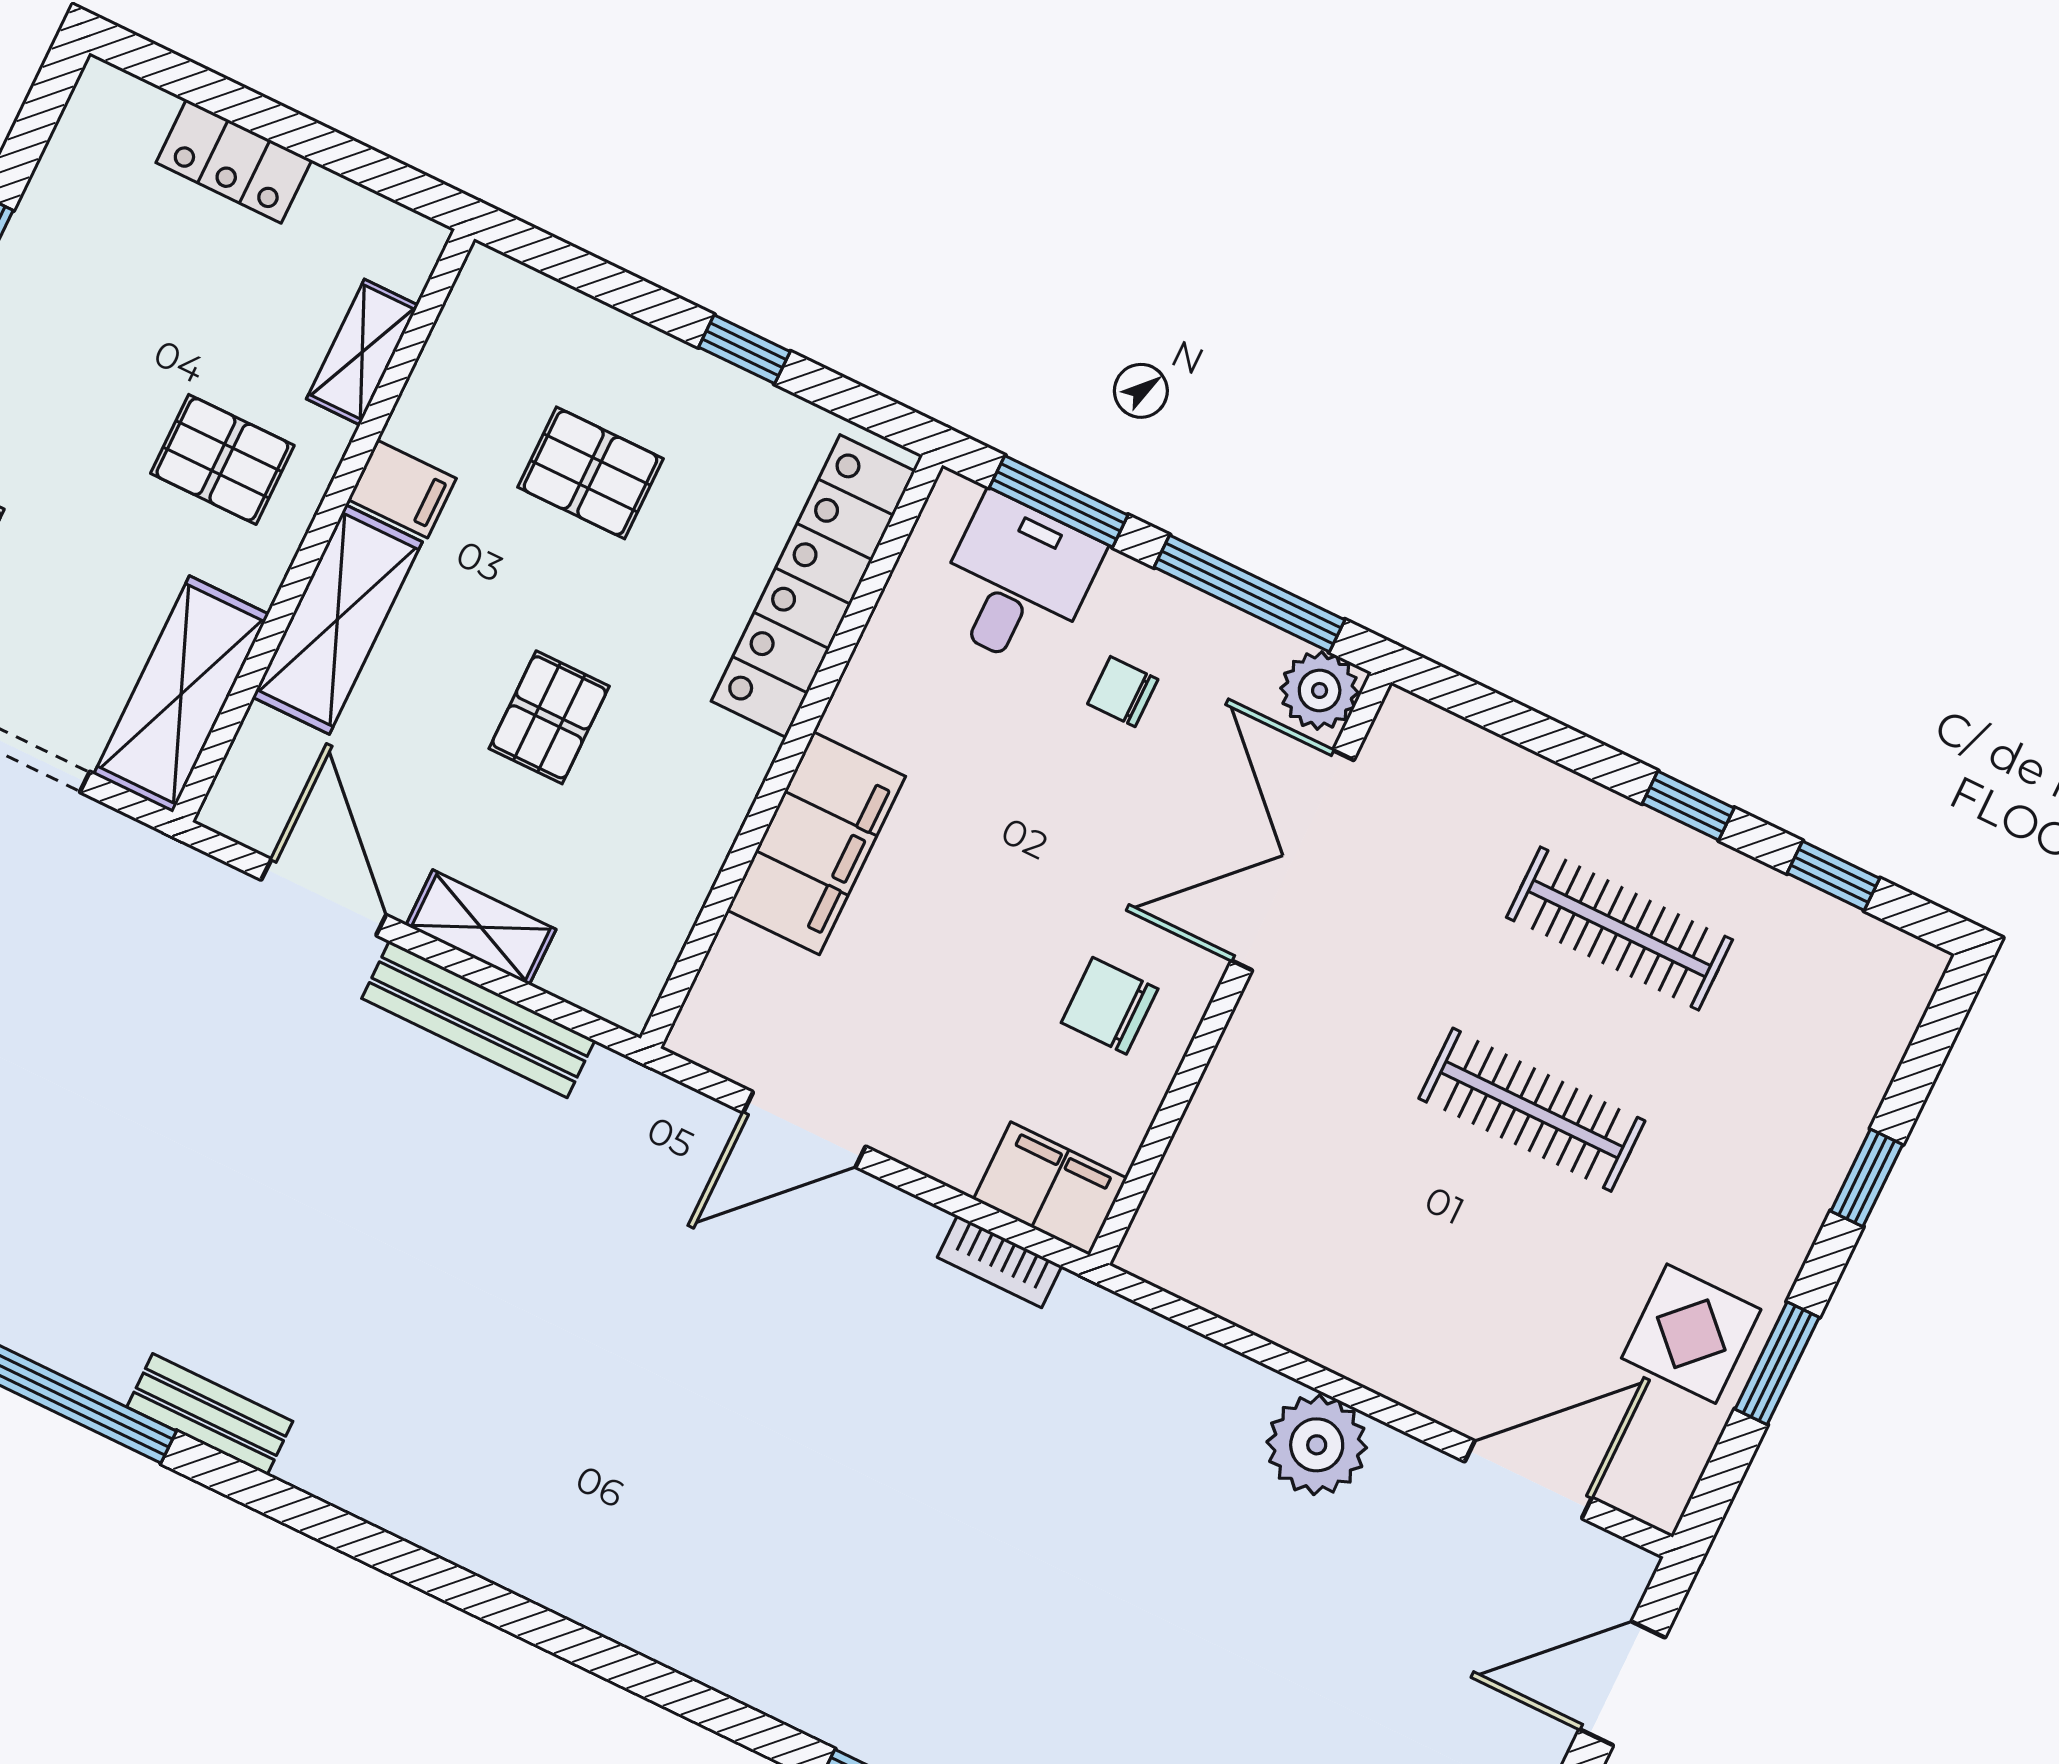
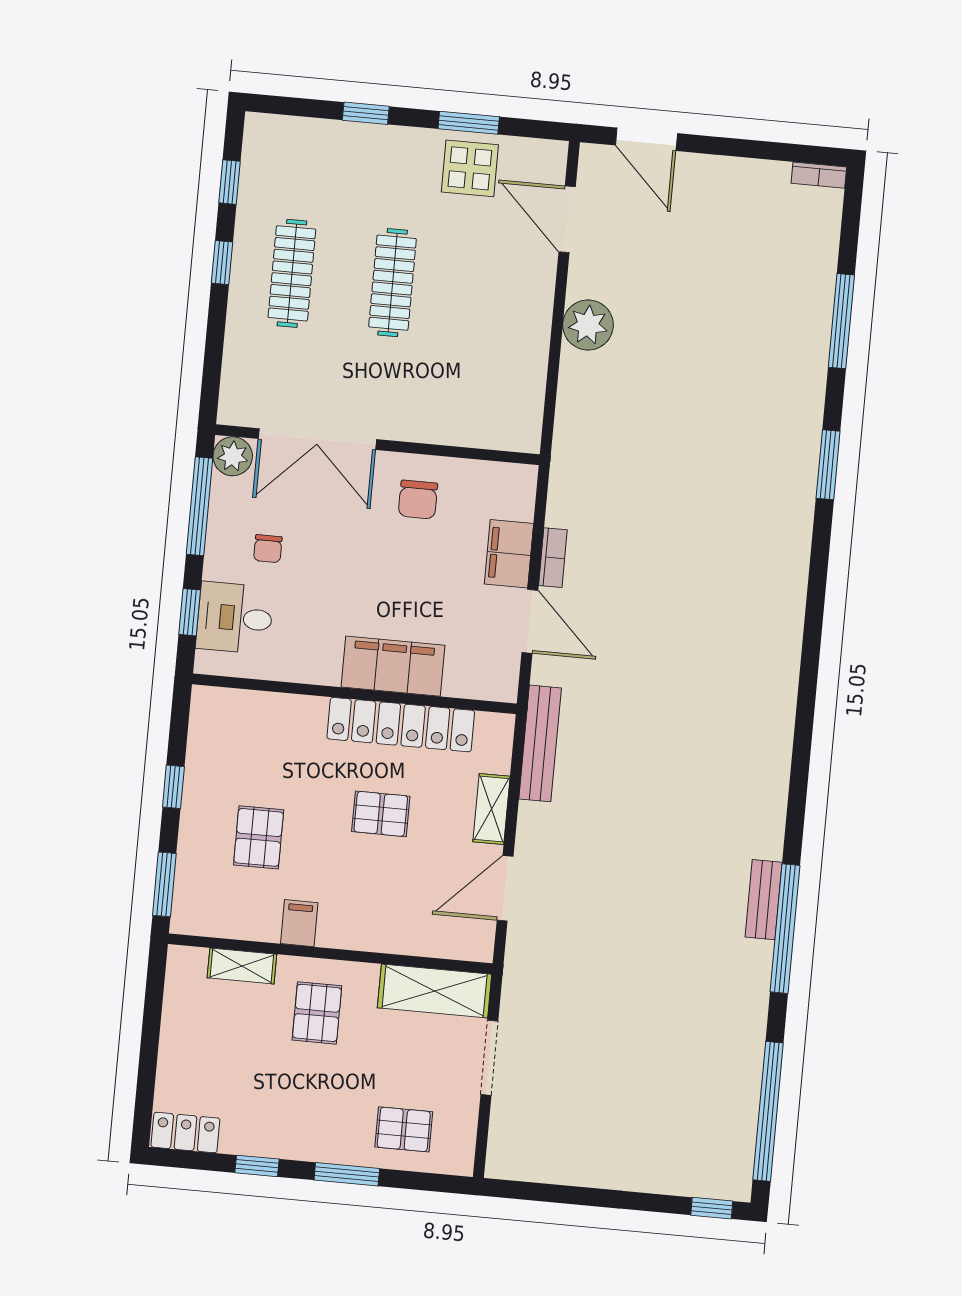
locker: (234, 161) -> (185, 1133), moved, turned -90
window: (569, 264) -> (164, 884), added
window: (1059, 501) -> (190, 612), width x0.67
locker: (813, 586) -> (401, 725), moved
shelving: (337, 620) -> (372, 931), removed
bench: (478, 1019) -> (540, 743), moved
filing cabinet: (1050, 1189) -> (509, 554), moved
bookcase: (1000, 1262) -> (553, 558), moved
bench: (210, 1414) -> (764, 900), moved

